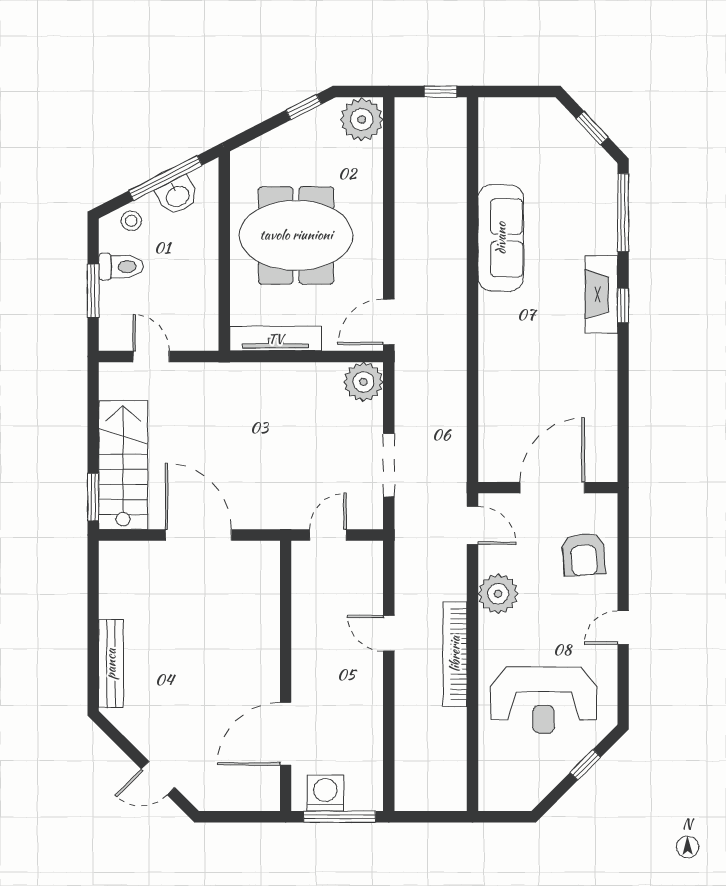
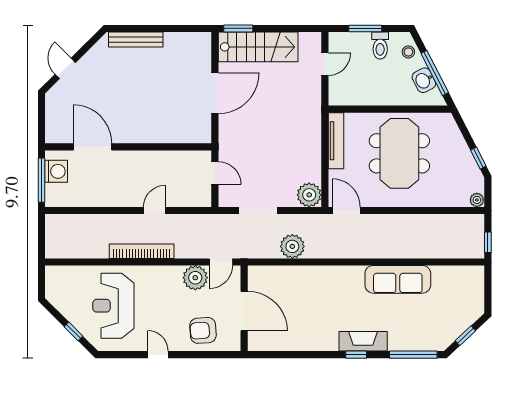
plant: (362, 119) -> (477, 200), width x0.53, depth x0.53
plant: (447, 409) -> (292, 246), added
plant: (498, 594) -> (195, 278), moved

